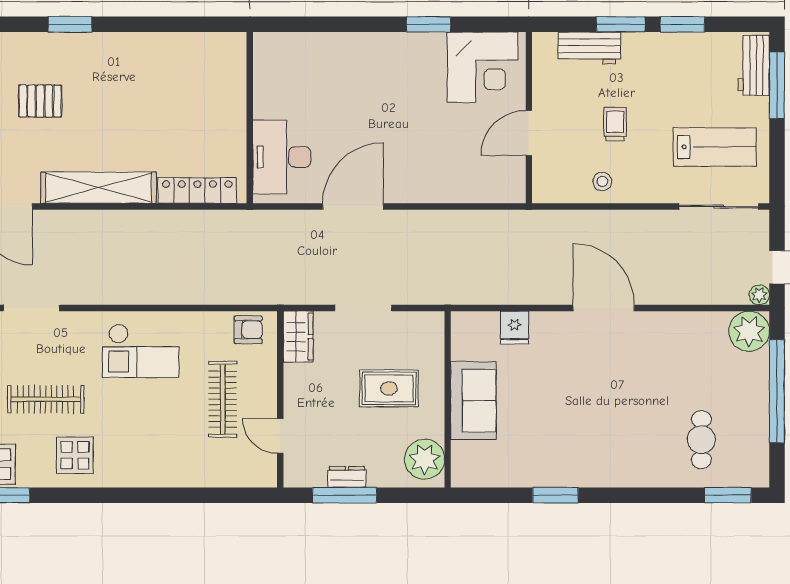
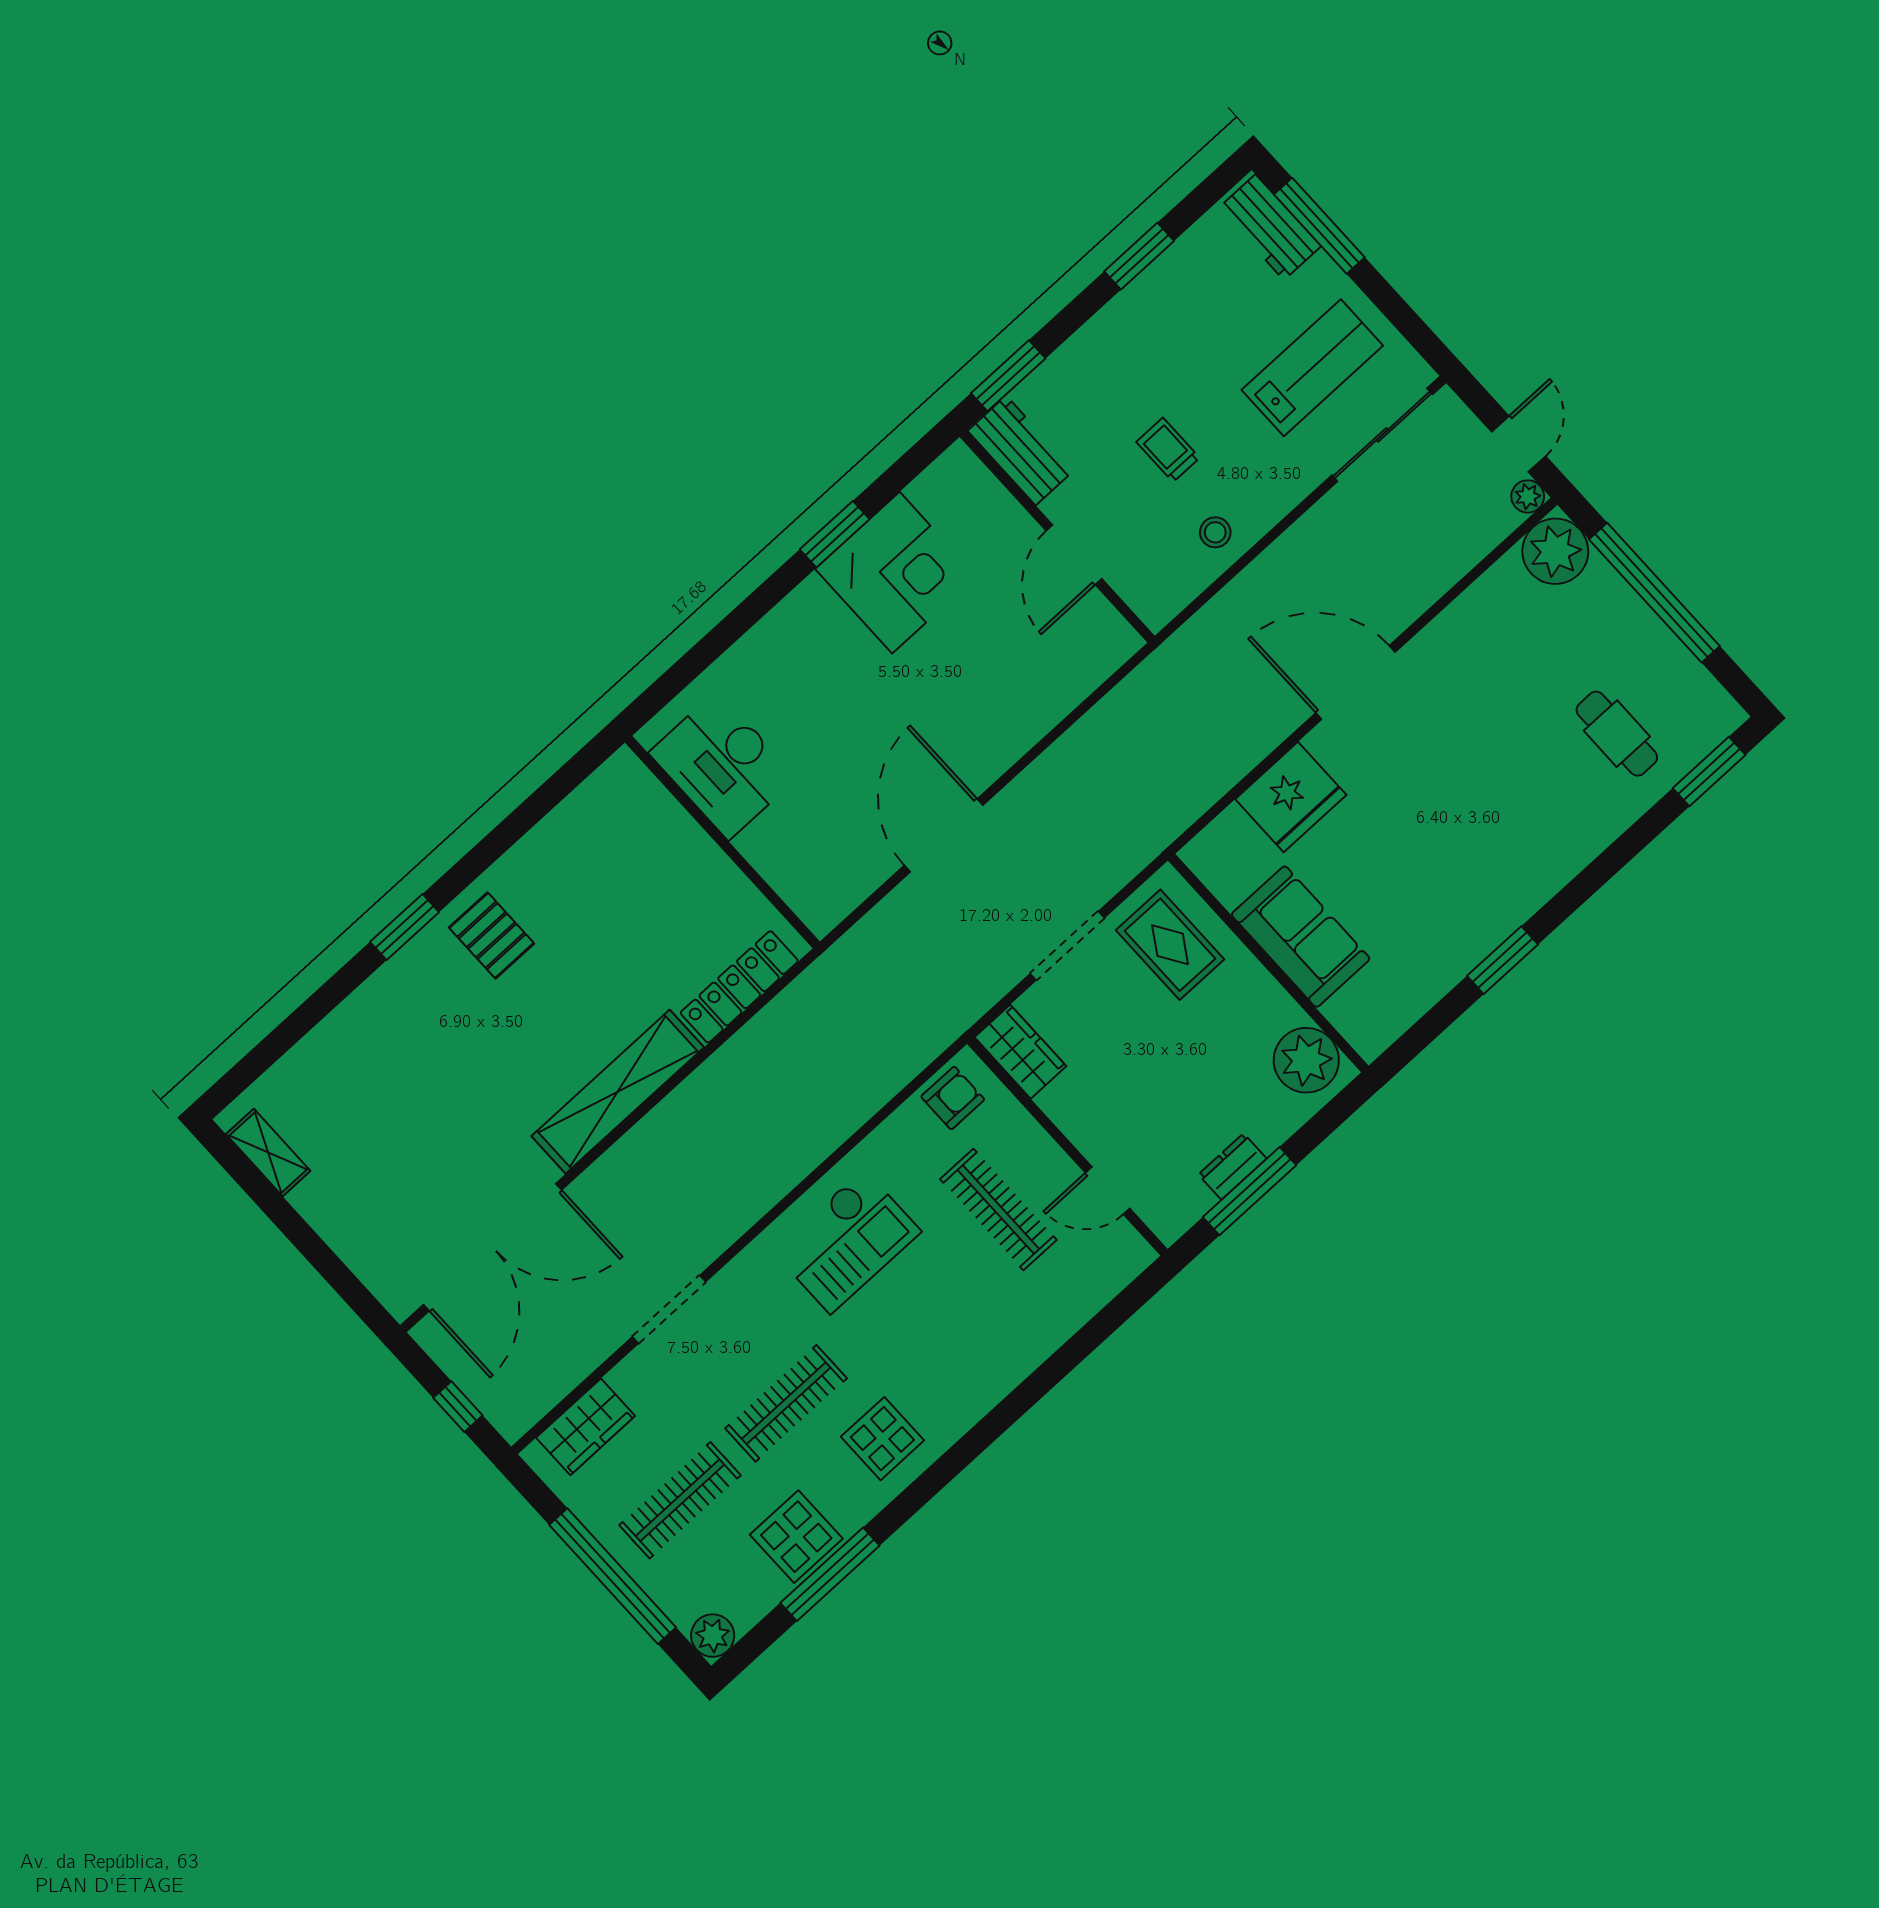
window: (621, 24) -> (1008, 376), moved
workbench: (589, 48) -> (1021, 451), moved, turned -90
corner desk: (483, 67) -> (896, 573), moved
pallet: (40, 101) -> (492, 935), moved, turned 90
desk: (282, 157) -> (723, 765), moved
fridge: (515, 328) -> (1291, 797), width x1.88, depth x1.34
rug: (389, 388) -> (1170, 945), moved, turned 90

